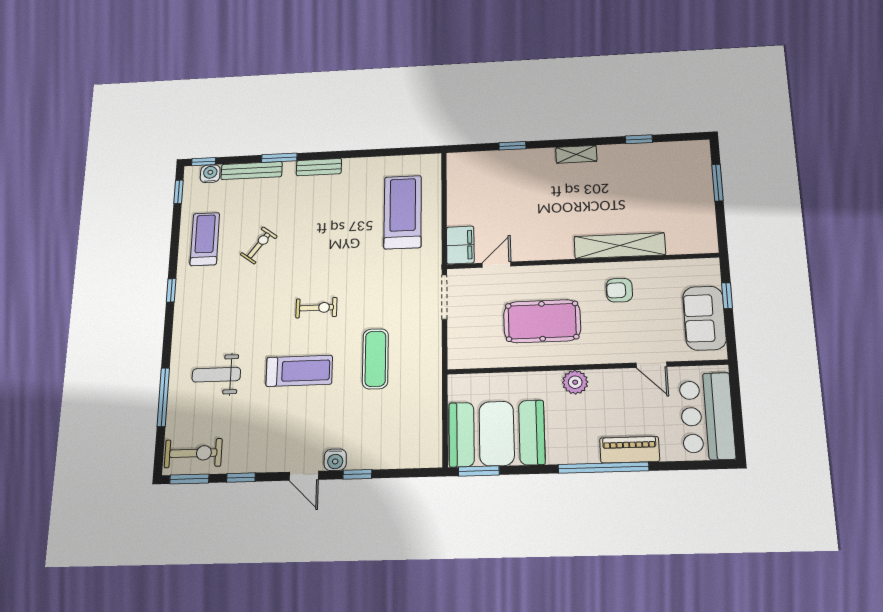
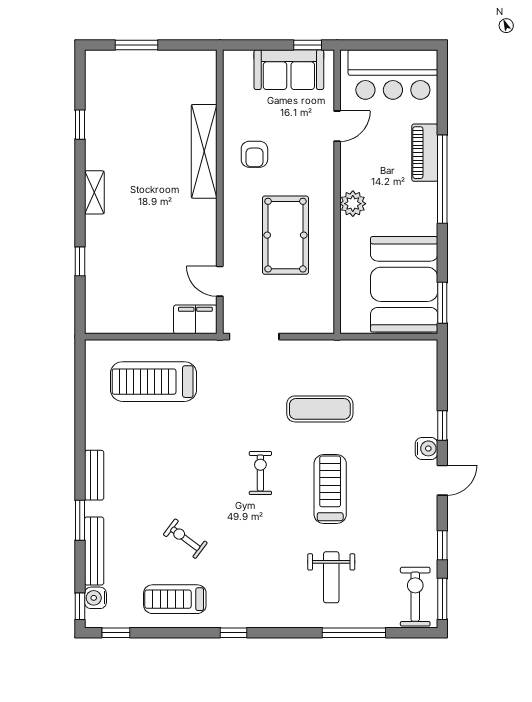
window: (727, 296) -> (308, 45), moved

